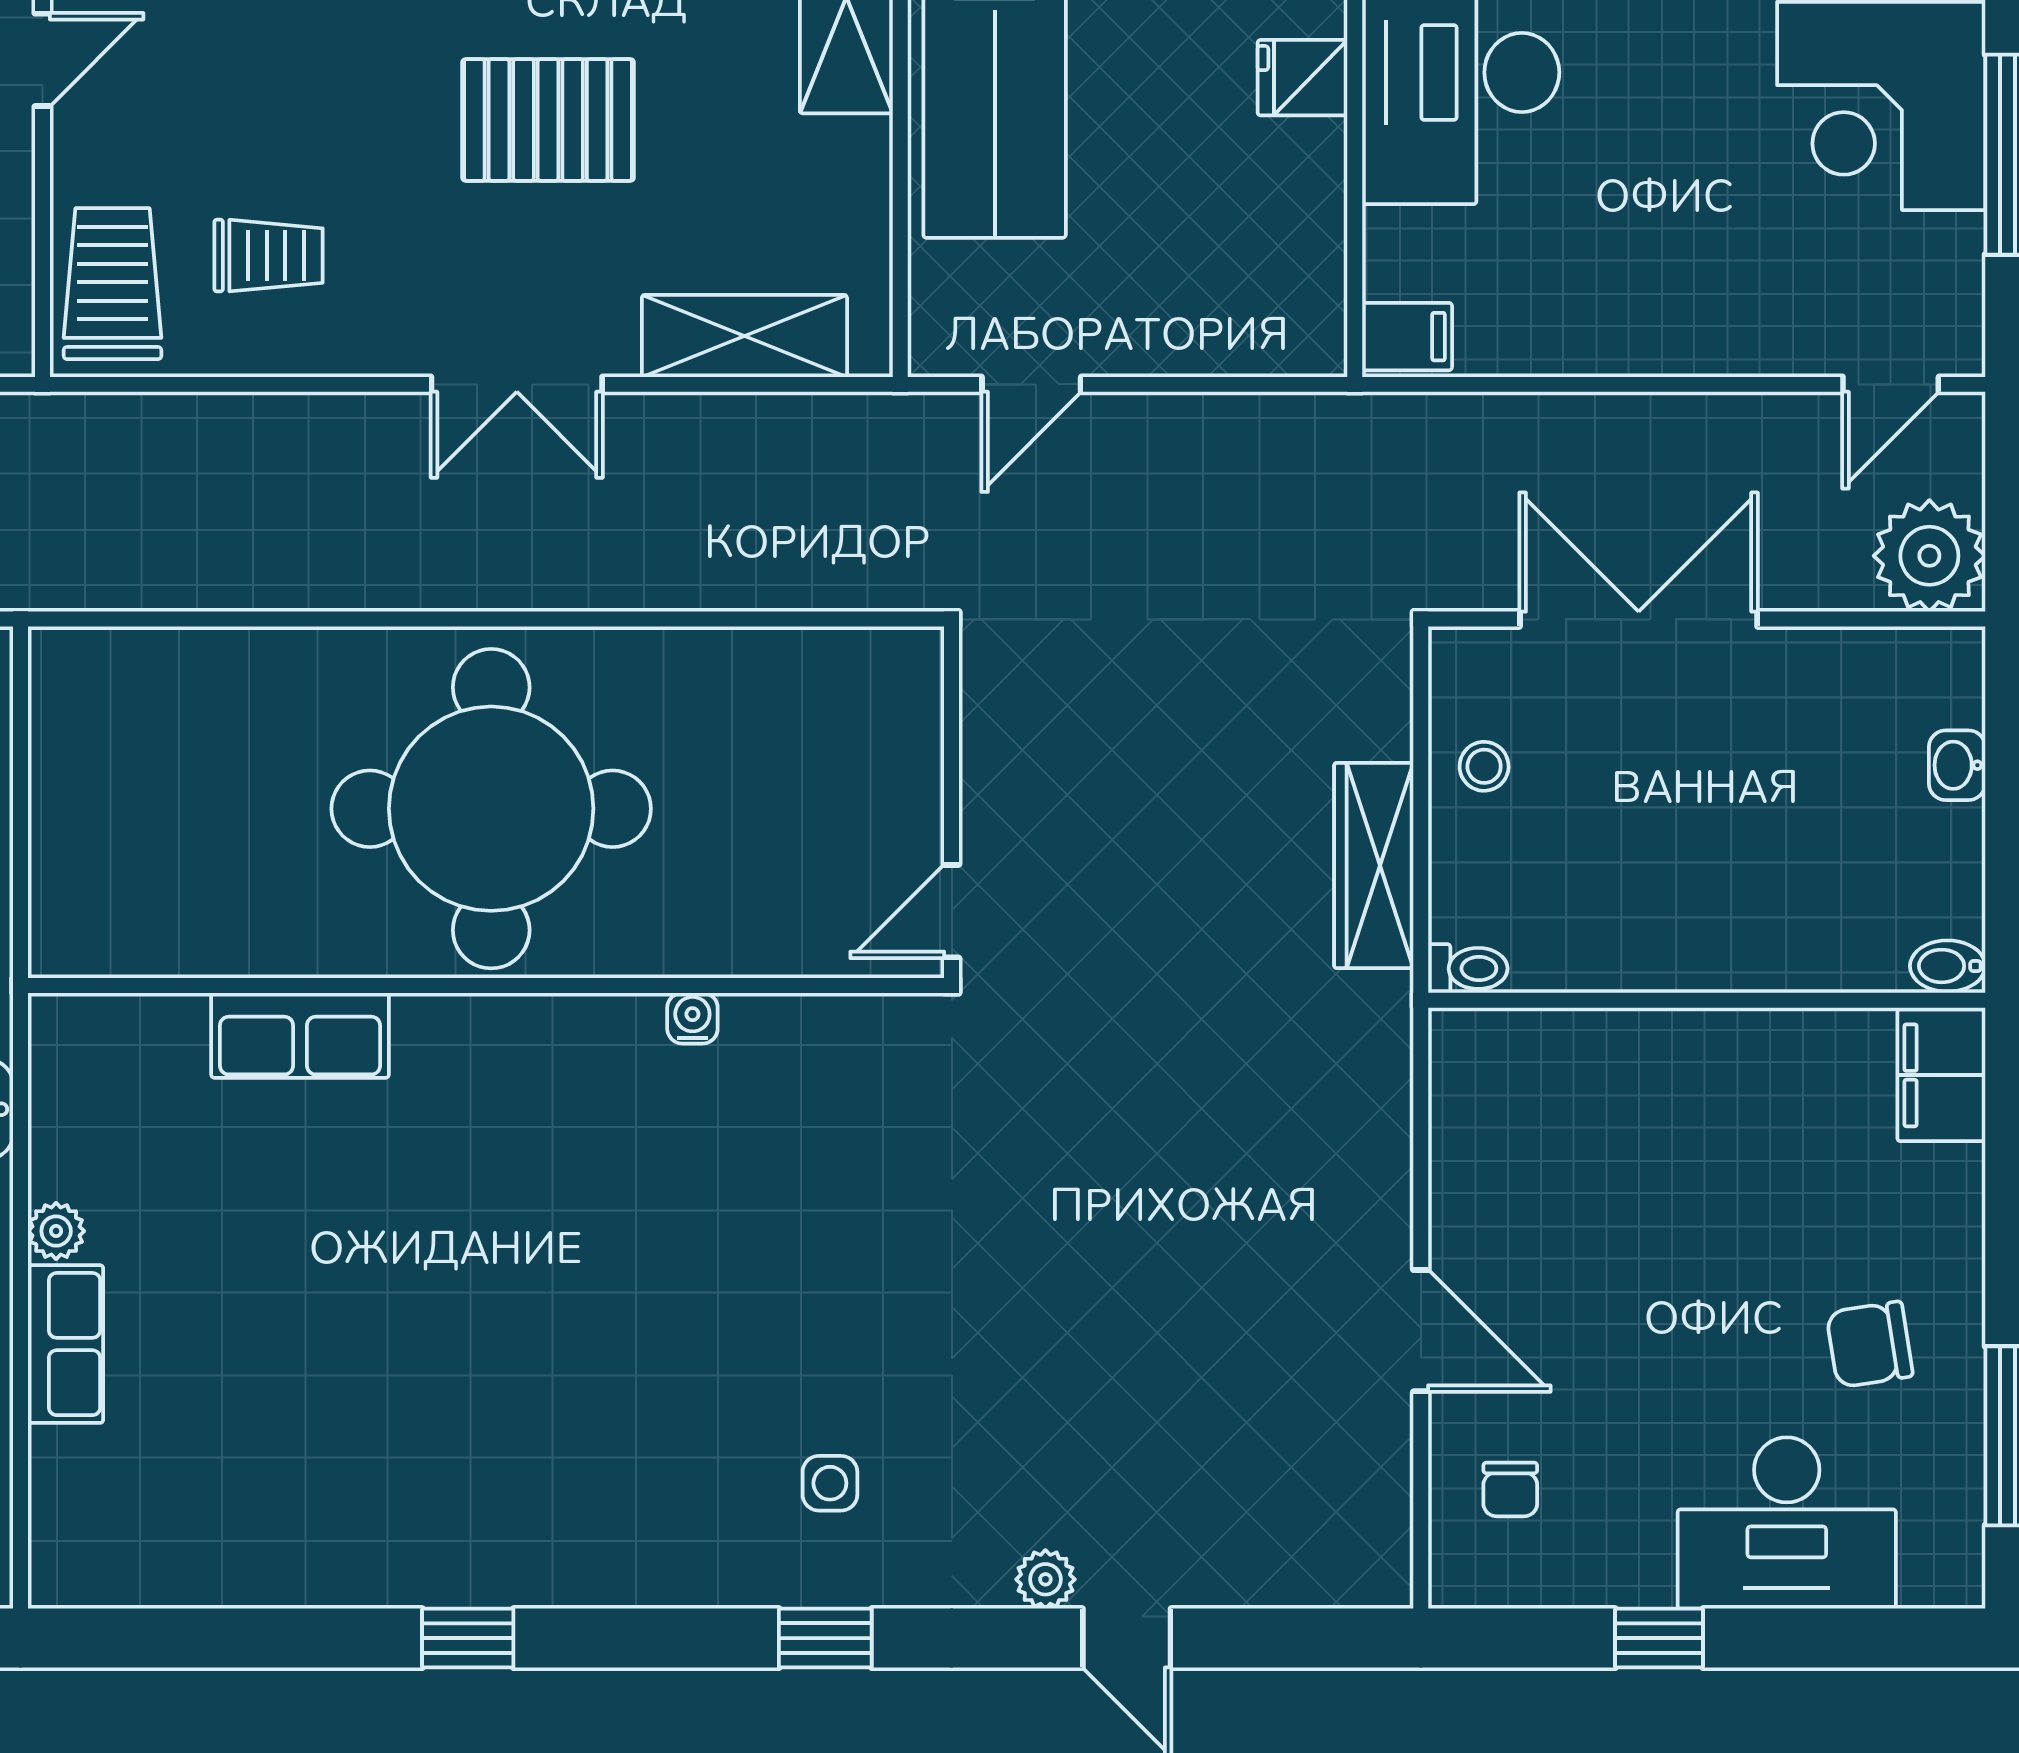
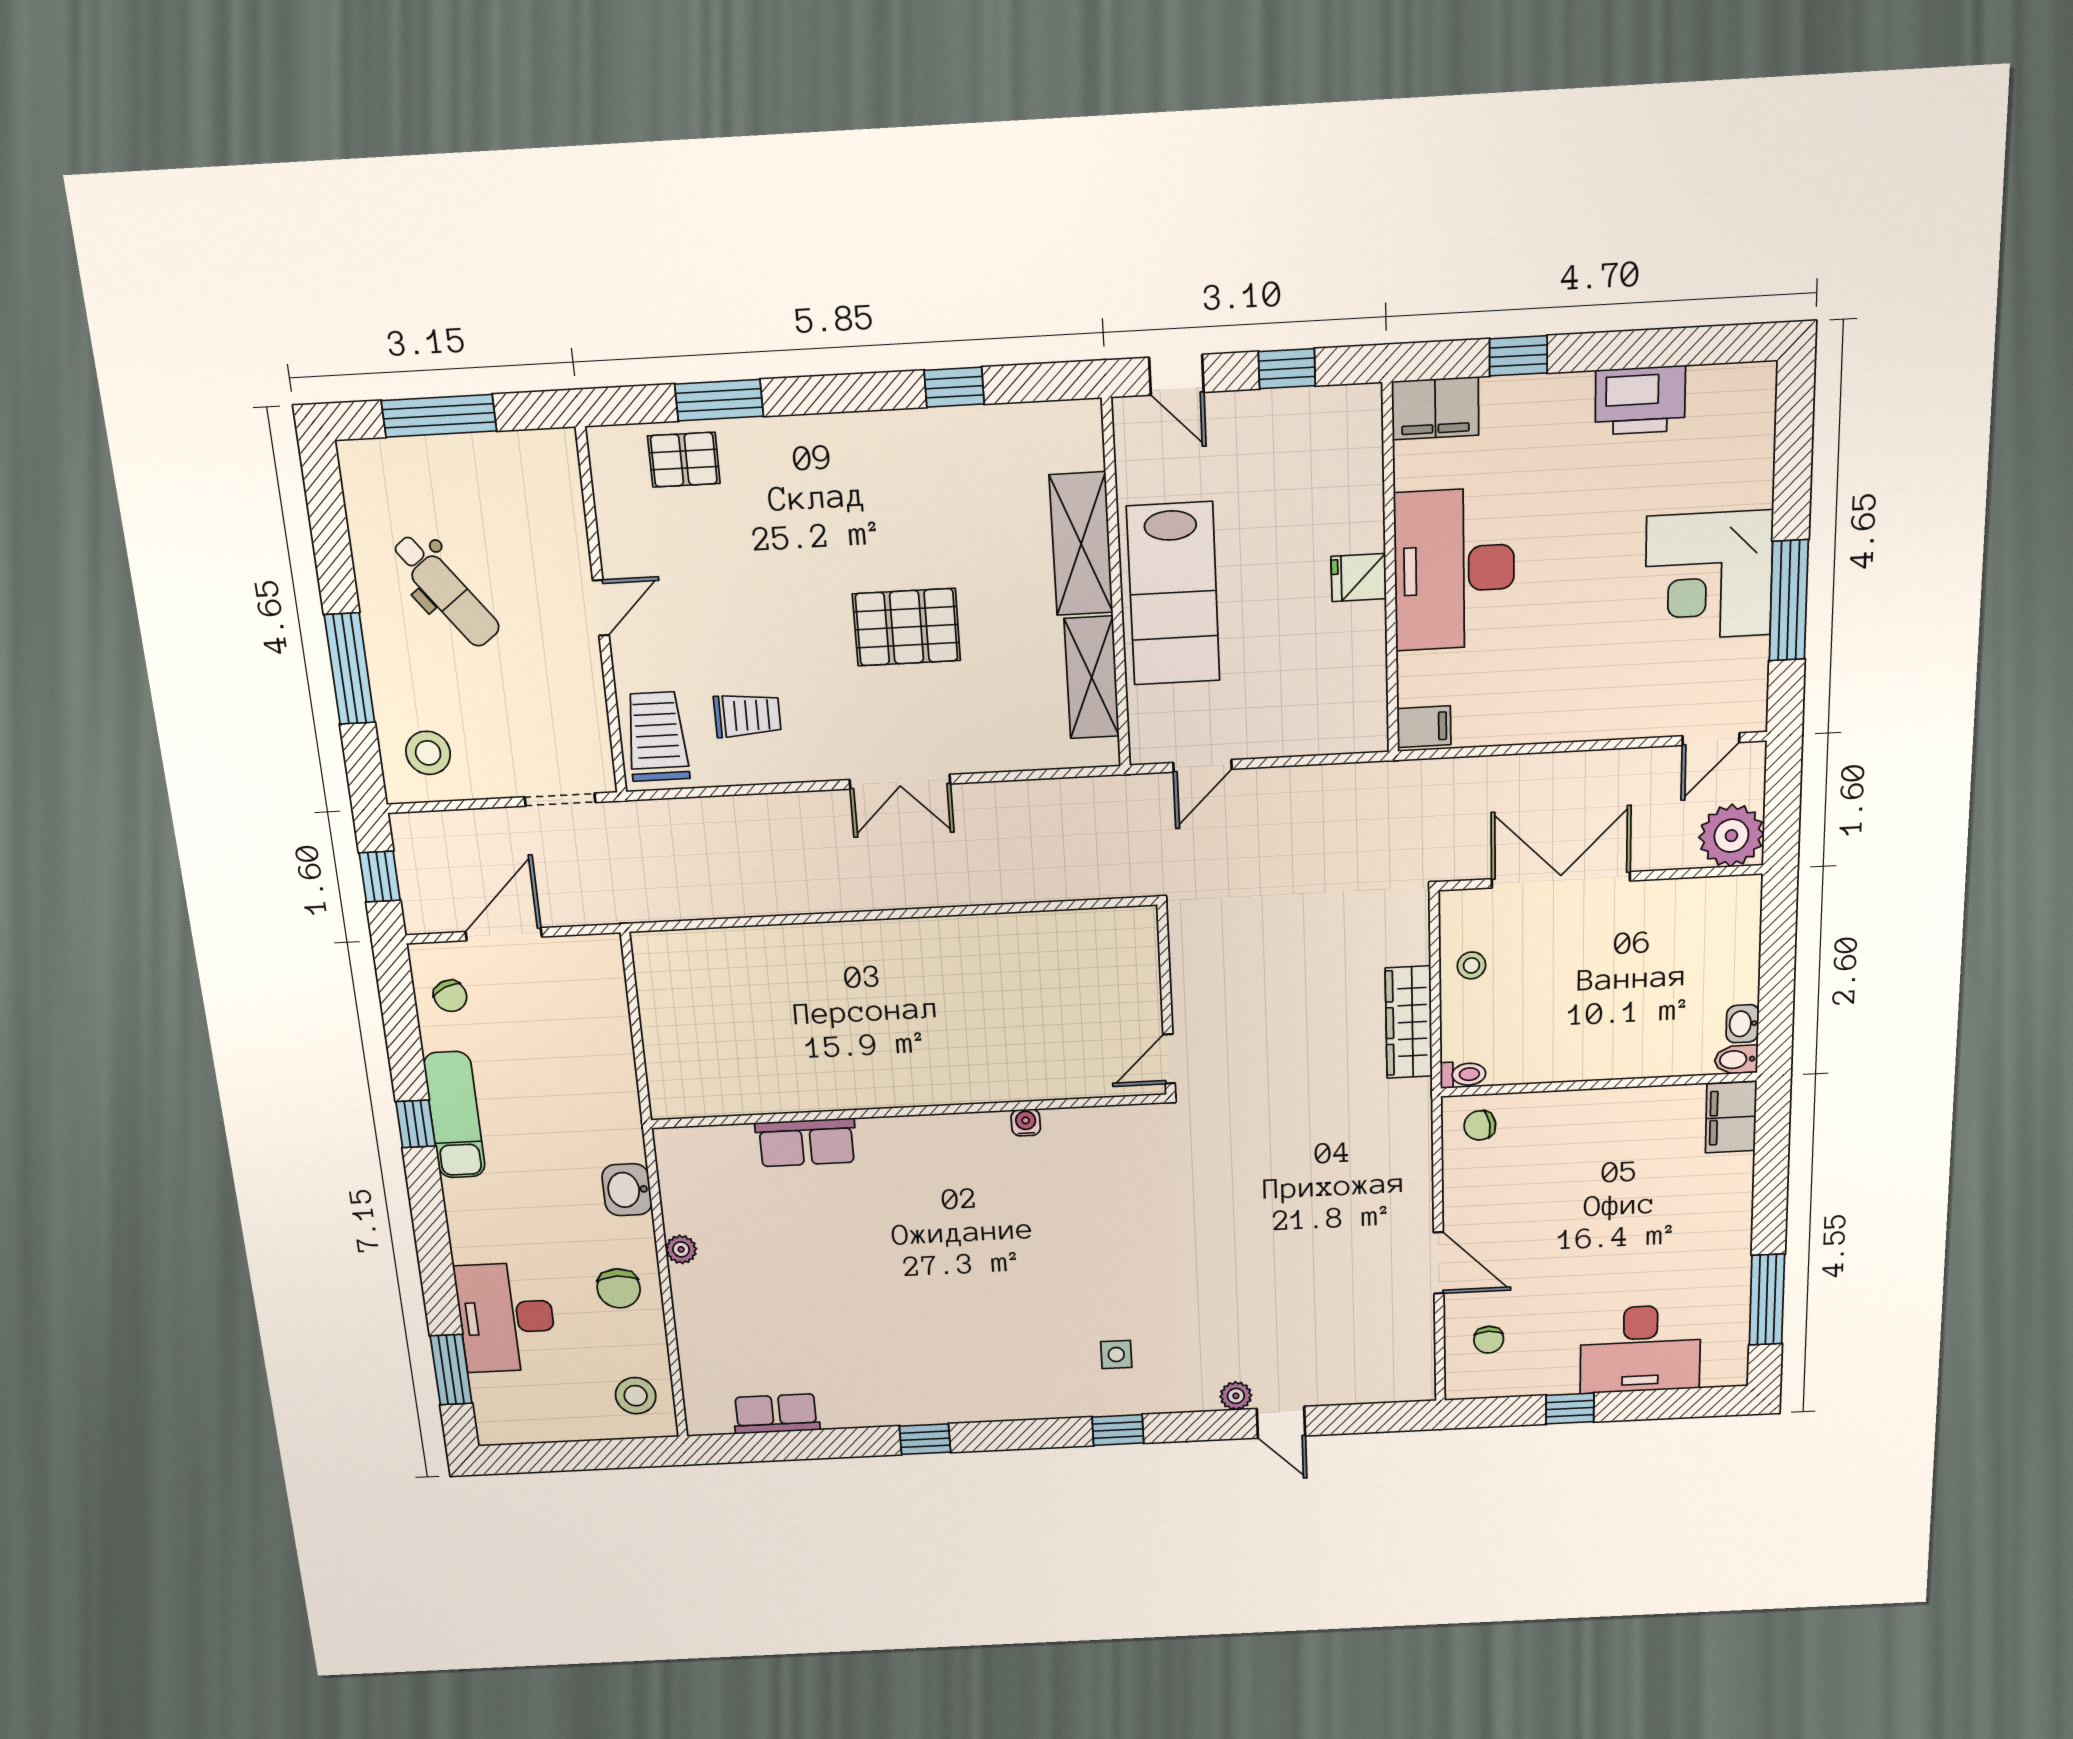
shelving: (744, 336) -> (1092, 677), moved, turned 90
washbasin: (1957, 765) -> (1743, 1024), moved
round table: (491, 809) -> (904, 1017), removed
row of seats: (65, 1344) -> (776, 1414), moved, turned -90
chair: (1870, 1344) -> (1480, 1125), moved, width x0.73, depth x0.73

